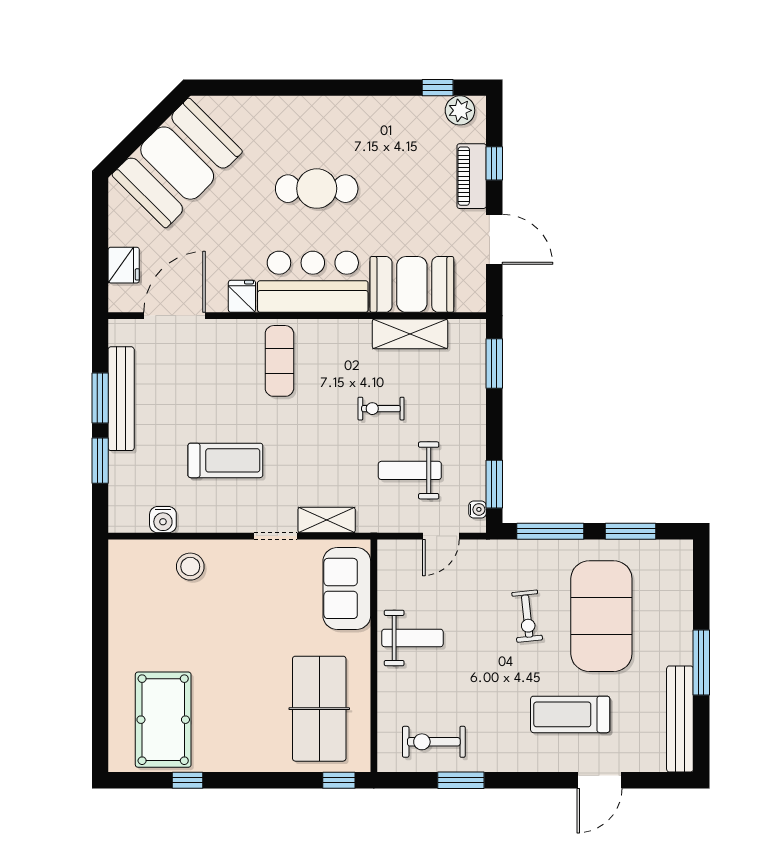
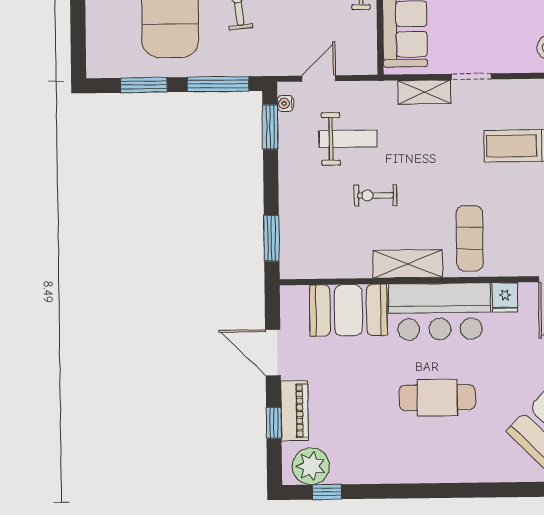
plant: (460, 110) -> (311, 466), width x1.36, depth x1.36
shelving: (410, 334) -> (408, 264), moved
exercise bike: (381, 409) -> (375, 195), turned 180

